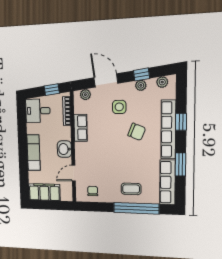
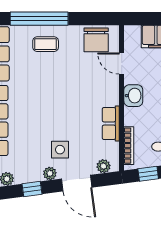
plant: (141, 85) -> (50, 173), moved
chair: (137, 132) -> (38, 118), removed
door: (74, 173) -> (122, 63), swing flipped
chair: (93, 191) -> (96, 40), width x1.87, depth x1.87

